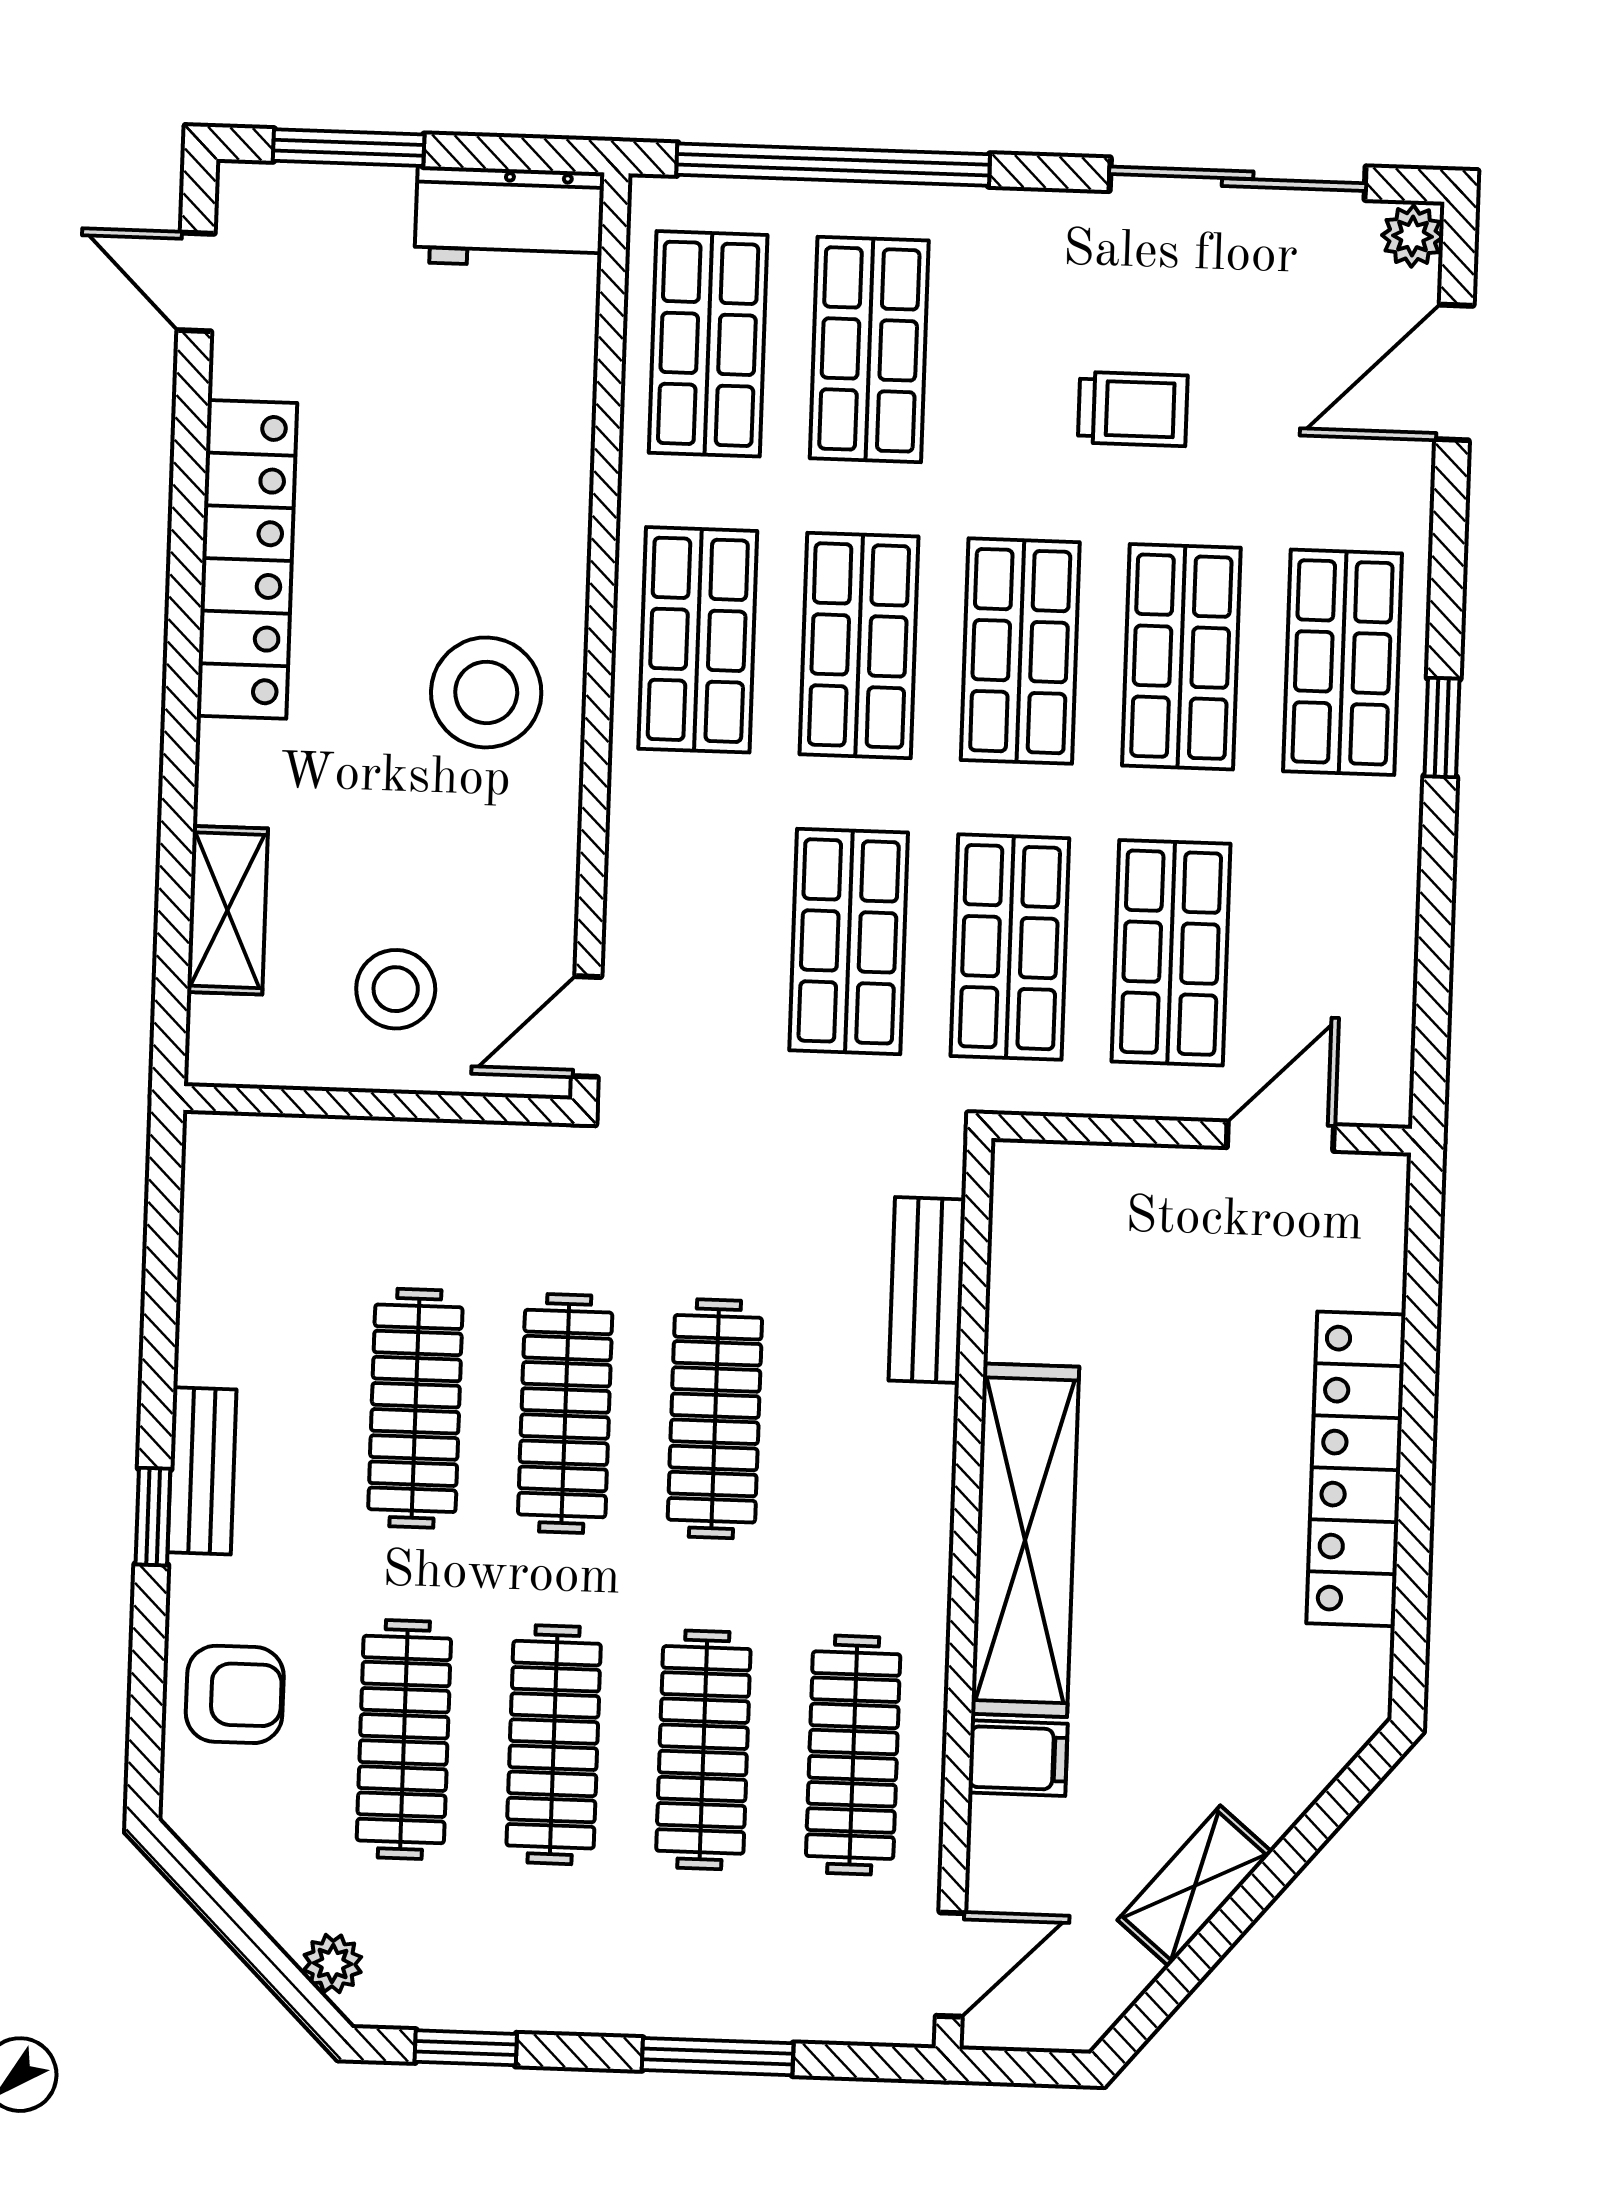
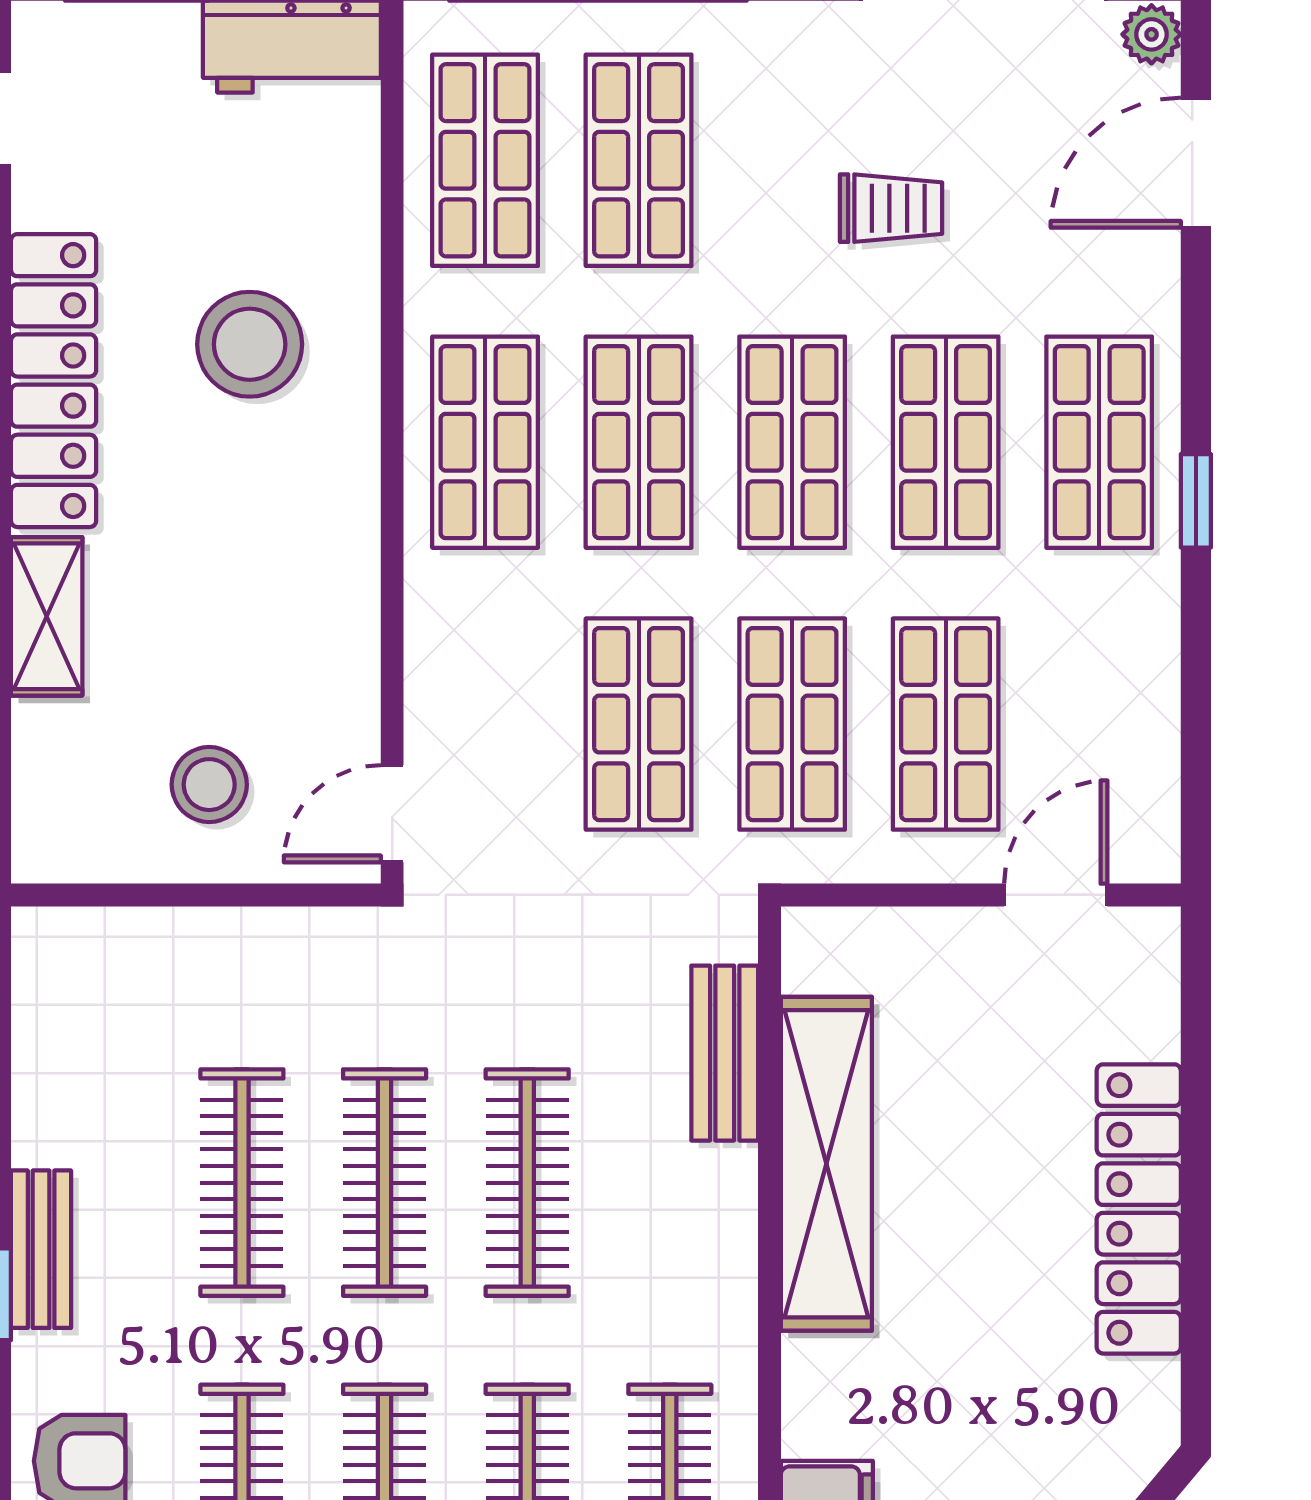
stool: (486, 692) -> (250, 344), moved
shelving: (227, 910) -> (47, 616), moved
shelving: (1025, 1540) -> (826, 1164), moved

